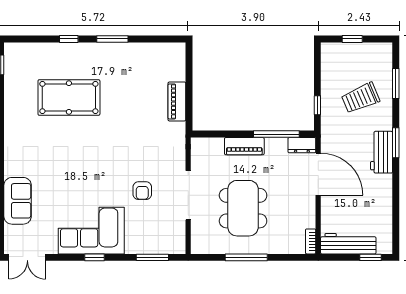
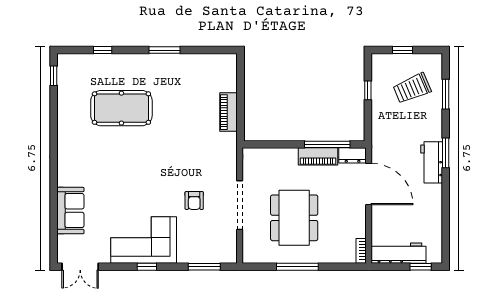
window: (69, 39) -> (103, 50), moved
trolley: (361, 98) -> (412, 88), moved
window: (317, 105) -> (368, 90), moved
piano: (244, 146) -> (318, 156), moved

